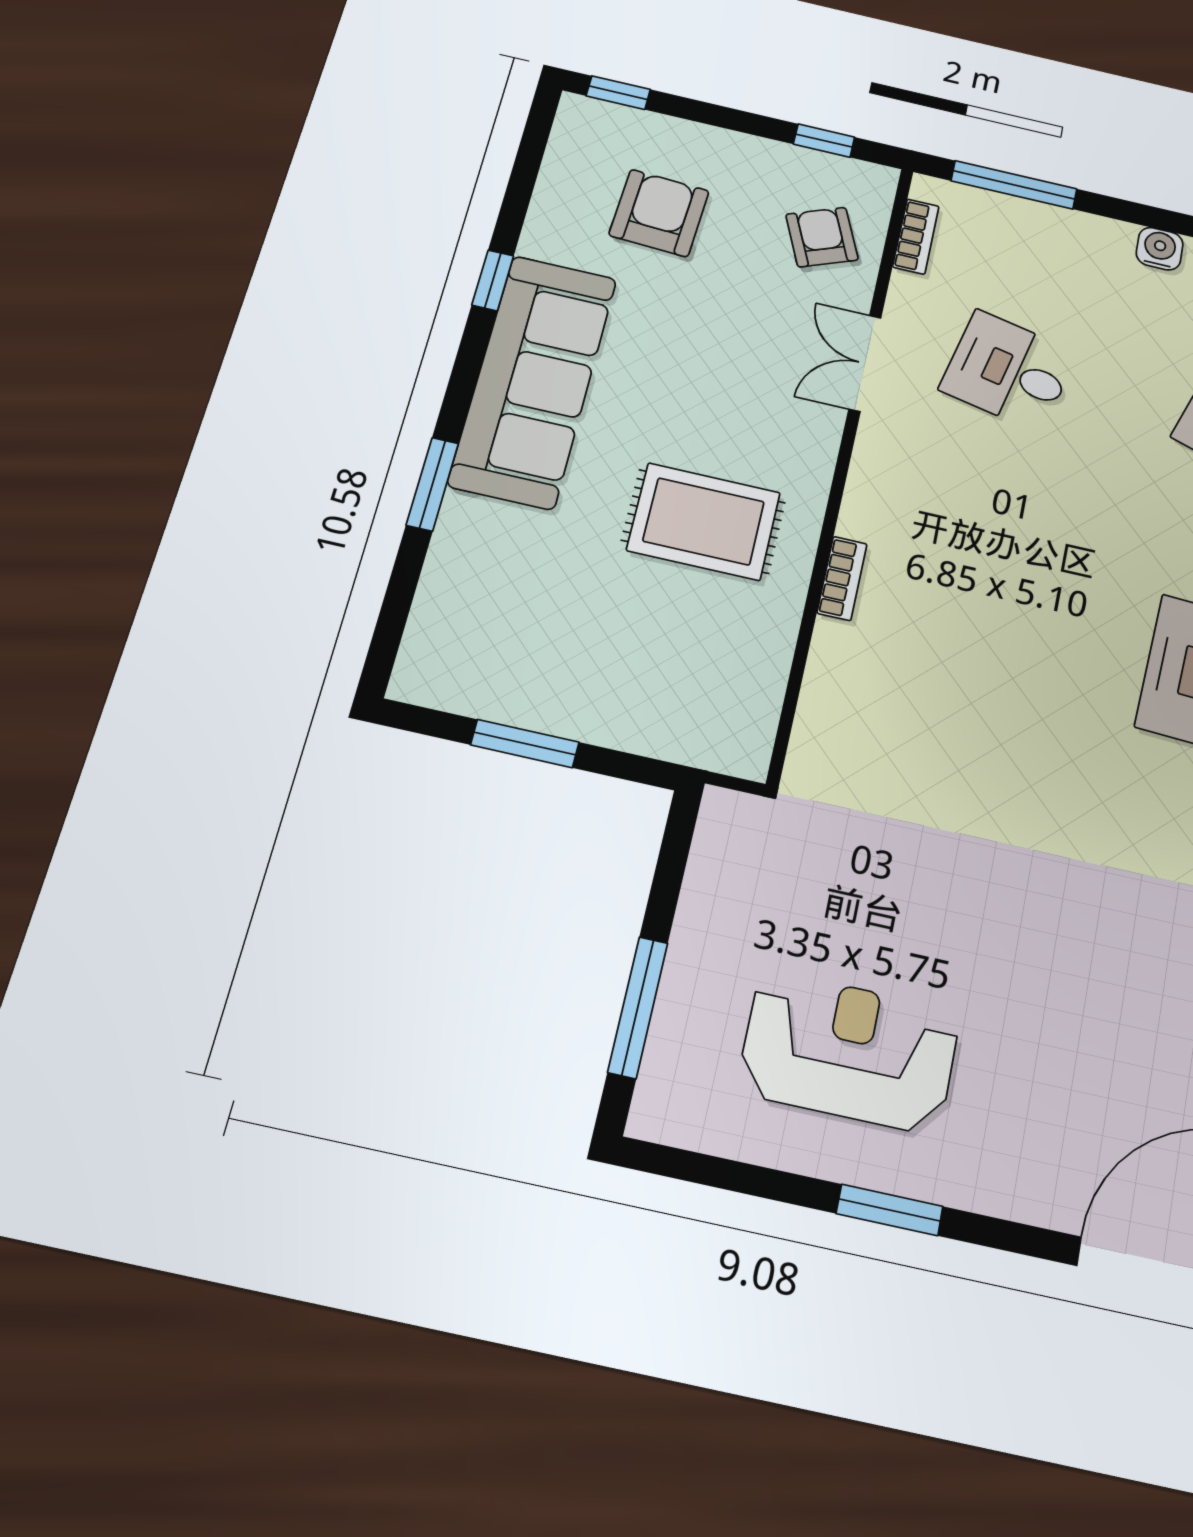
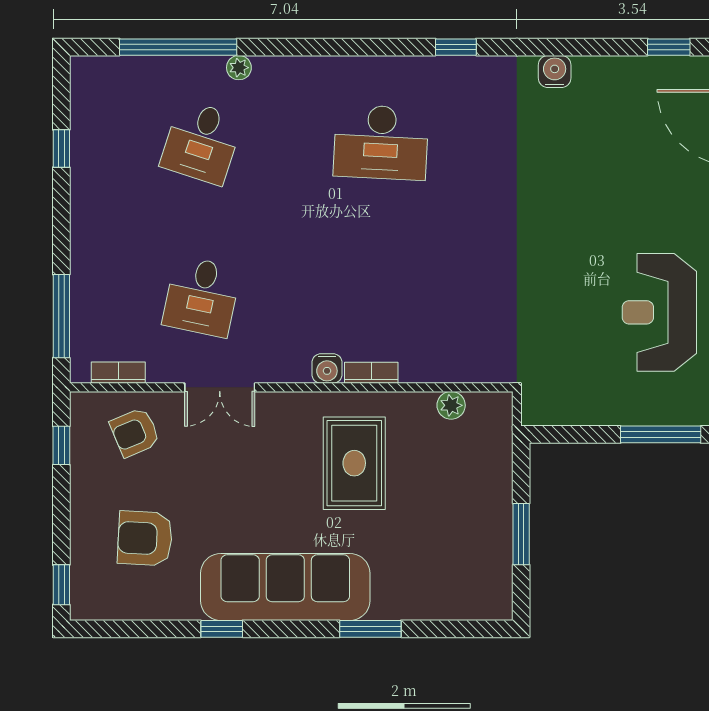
water cooler: (1160, 249) -> (327, 368), moved, turned -90
plant: (764, 684) -> (451, 405), added

